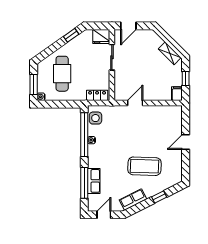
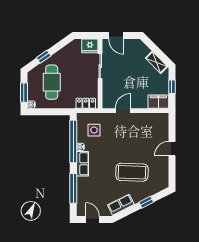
door: (128, 26) -> (116, 36), hinge flipped
window: (71, 35) -> (44, 57), moved
filing cabinet: (177, 94) -> (158, 102), width x2.00
side table: (95, 118) -> (94, 130), moved
row of seats: (94, 181) -> (83, 164), moved
door: (104, 215) -> (92, 219), hinge flipped

